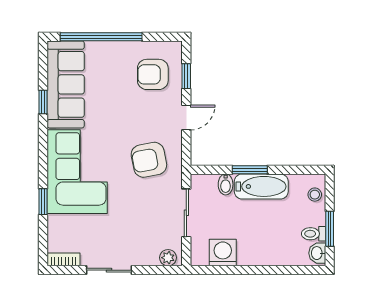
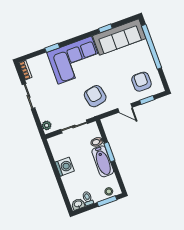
window: (330, 229) -> (107, 201), moved
washing machine: (223, 253) -> (65, 167), moved

